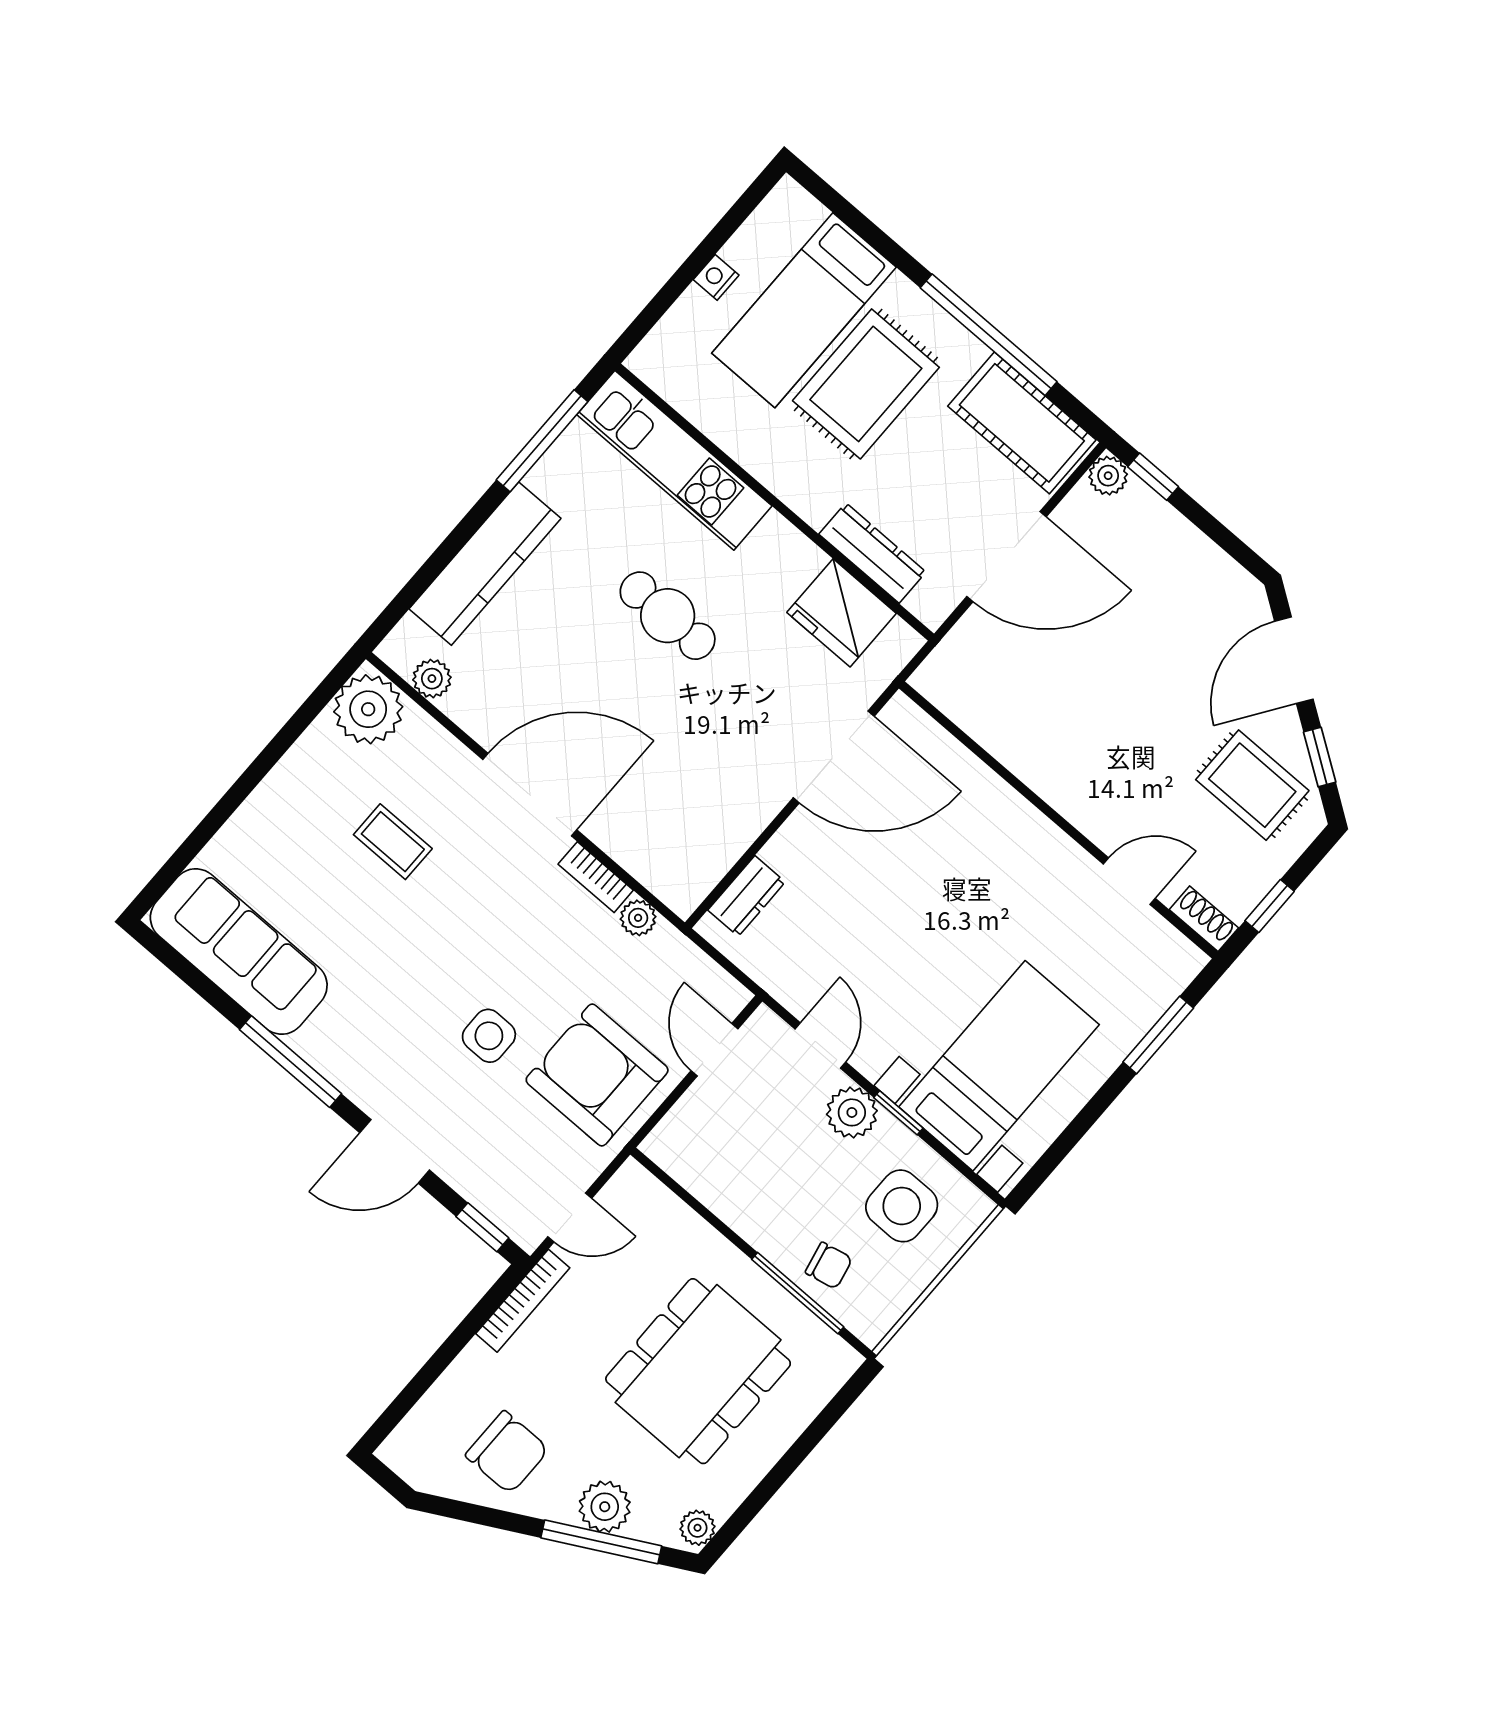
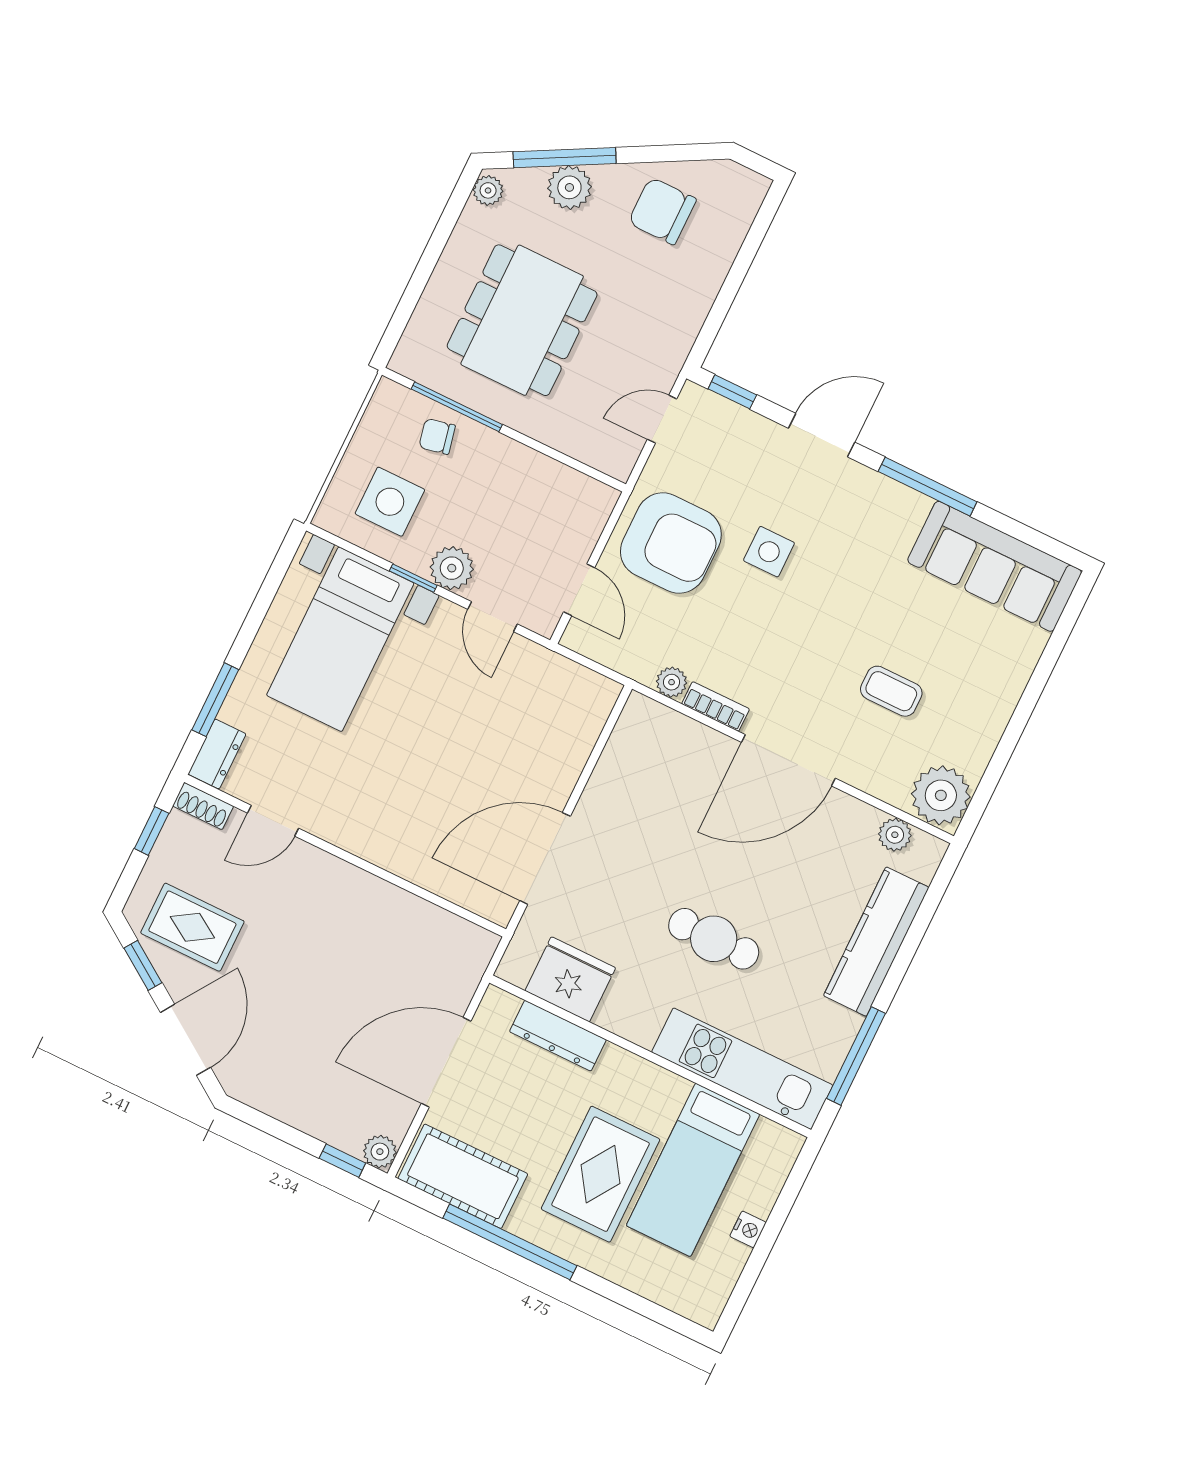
bed: (804, 310) -> (693, 1170), moved, turned 180
dresser: (747, 896) -> (217, 754), moved, turned 180
bookcase: (523, 1301) -> (683, 340), removed

